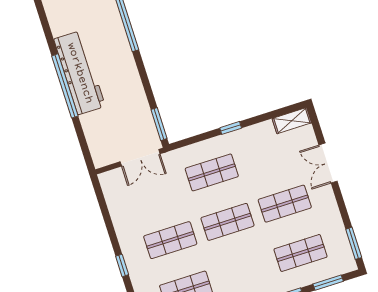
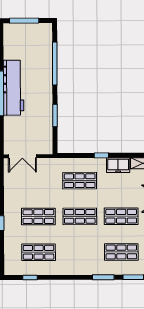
window: (159, 124) -> (55, 116), moved
freezer: (258, 134) -> (118, 165), added
double door: (140, 158) -> (22, 156), moved

